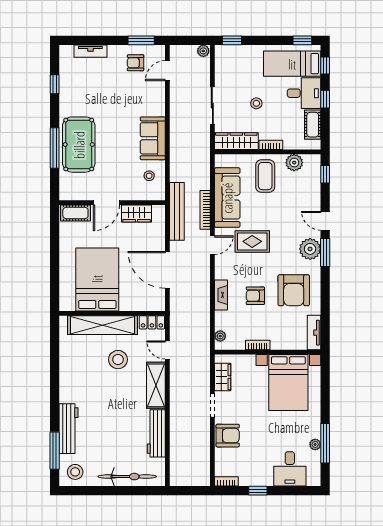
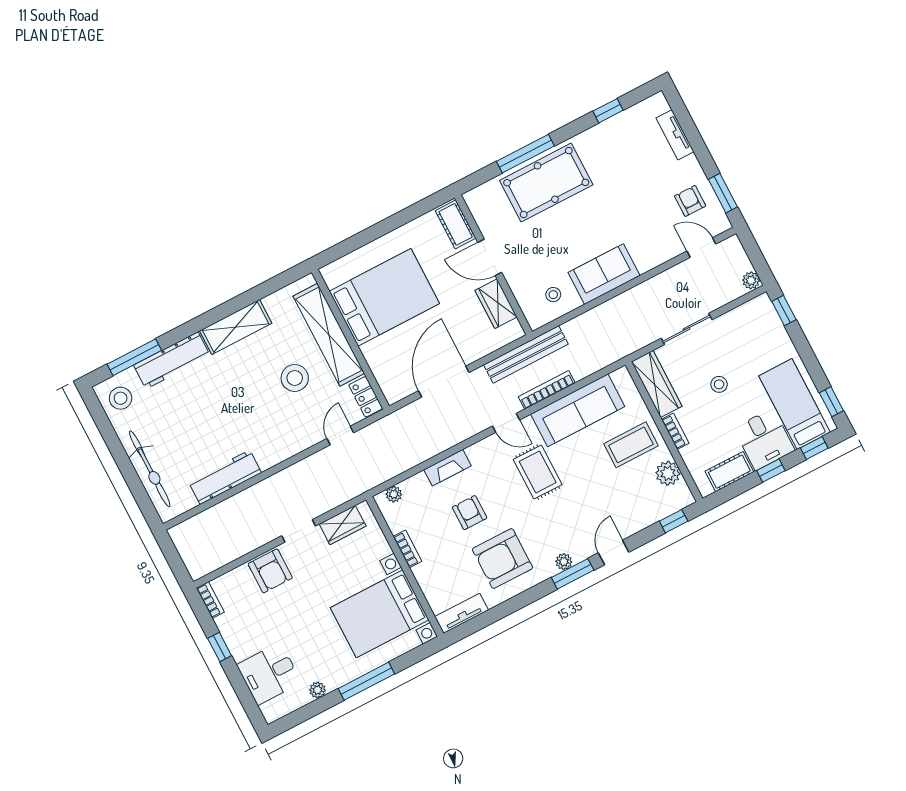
plant: (310, 249) -> (564, 562), width x0.53, depth x0.53
shelving: (156, 385) -> (236, 327), moved
window: (325, 443) -> (366, 681), moved

